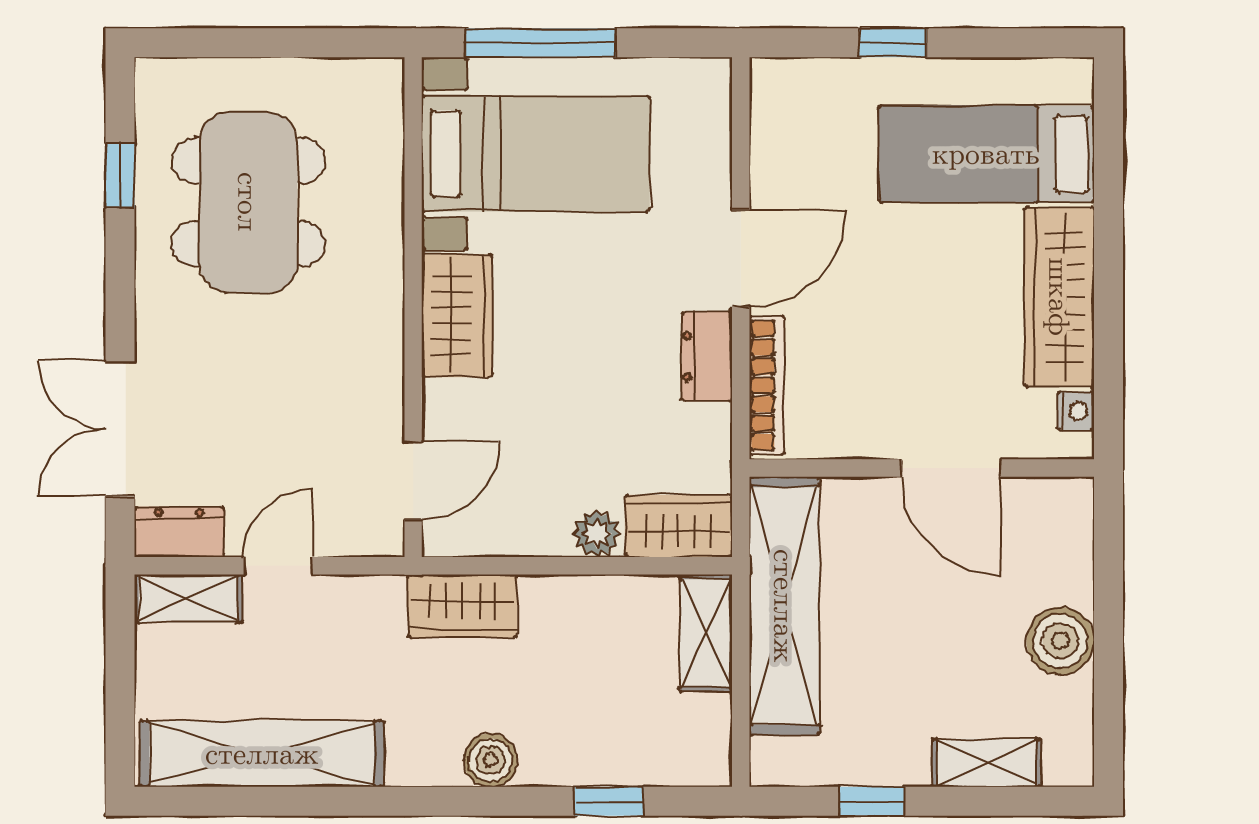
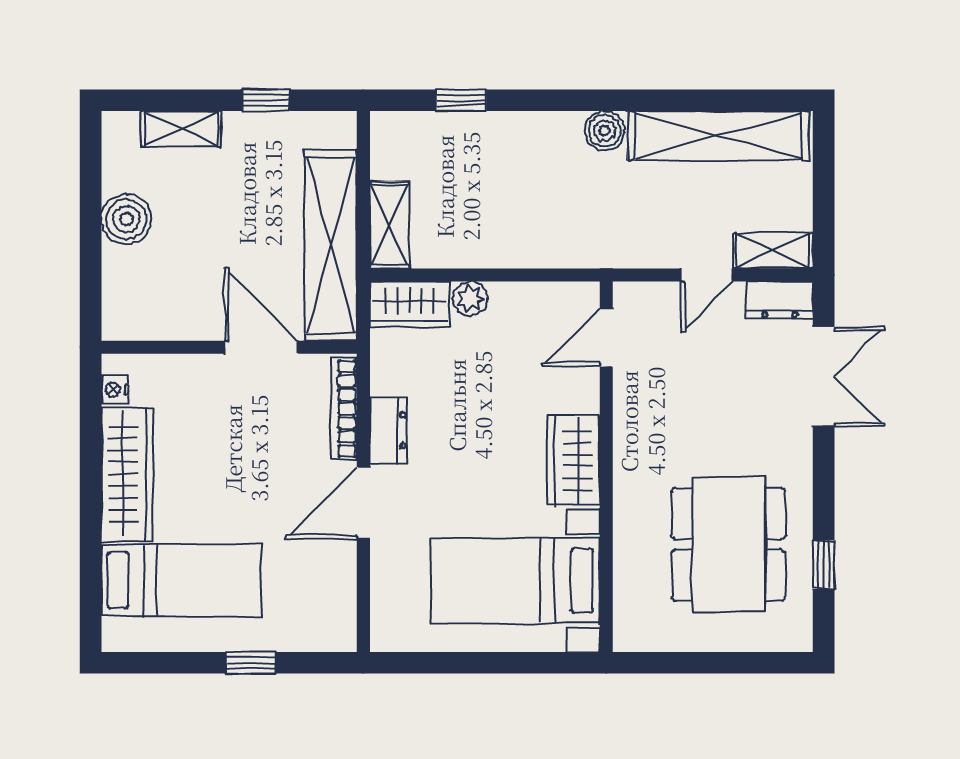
window: (541, 43) -> (512, 663), removed
door: (951, 468) -> (261, 347), moved
wardrobe: (463, 606) -> (570, 245), removed
boiler: (490, 760) -> (605, 131), moved

